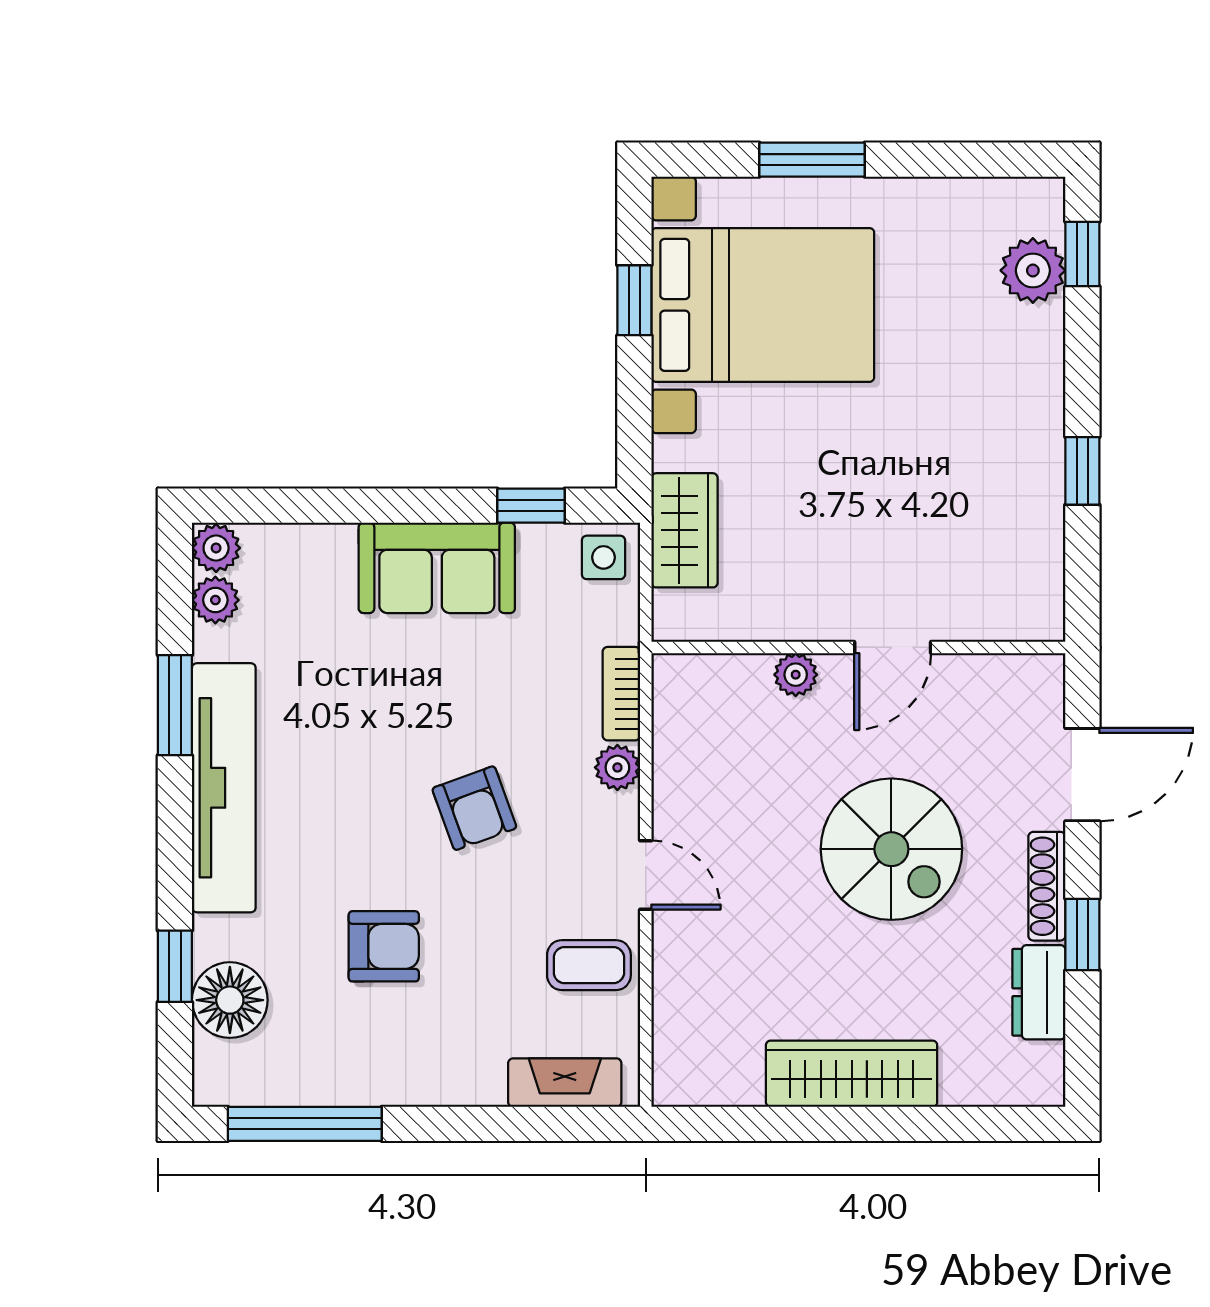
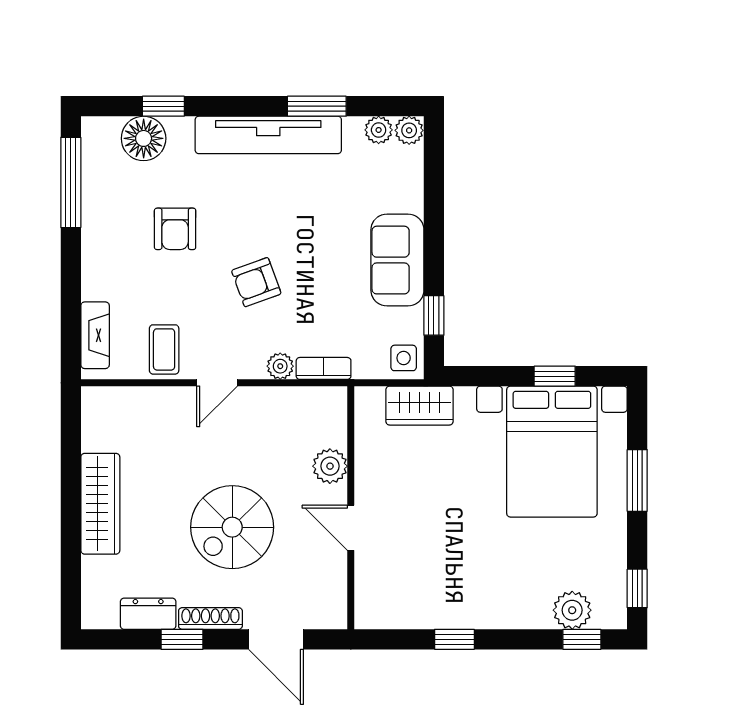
window: (996, 160) -> (637, 588), added
plant: (796, 675) -> (330, 466), width x1.38, depth x1.38

